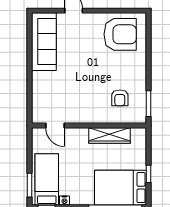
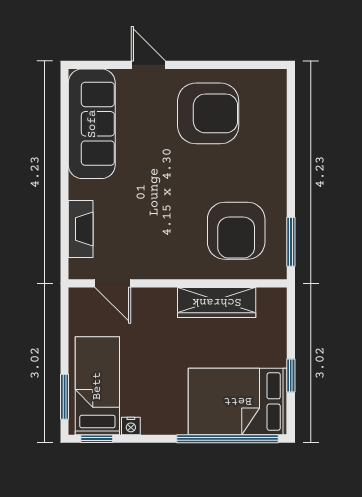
armchair: (120, 34) -> (208, 113), moved
fireplace: (38, 97) -> (81, 229), added
armchair: (120, 98) -> (236, 231), width x1.88, depth x1.88

